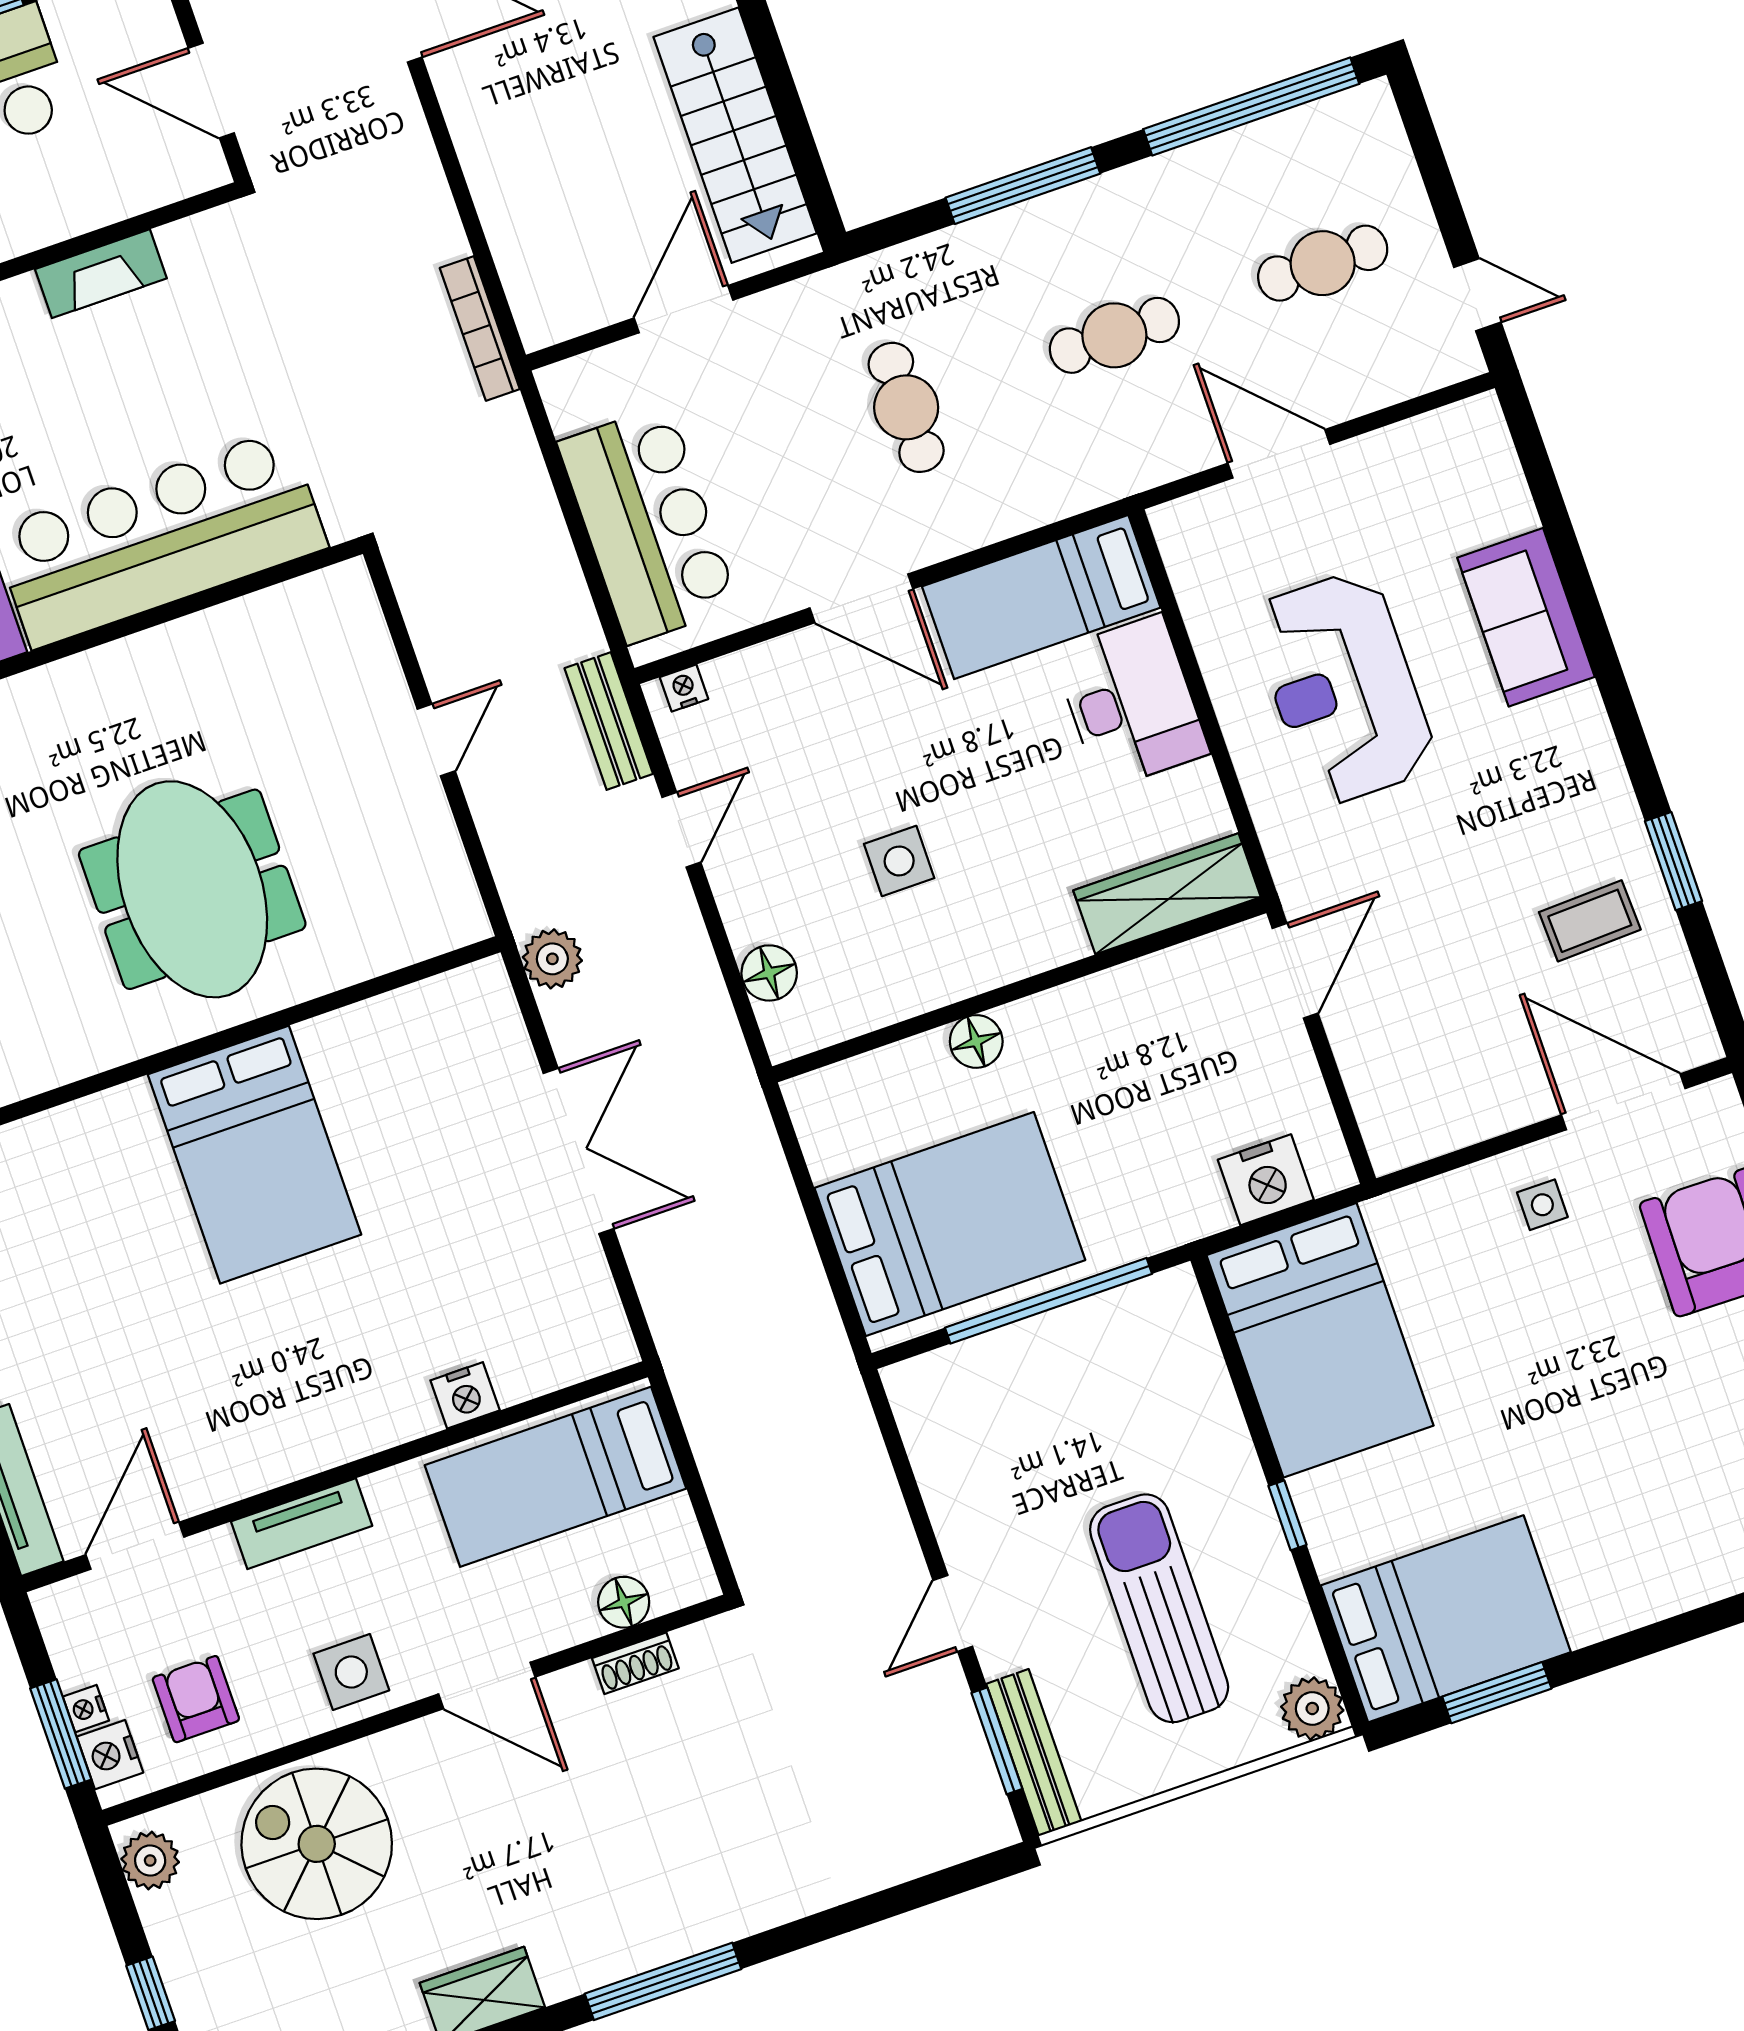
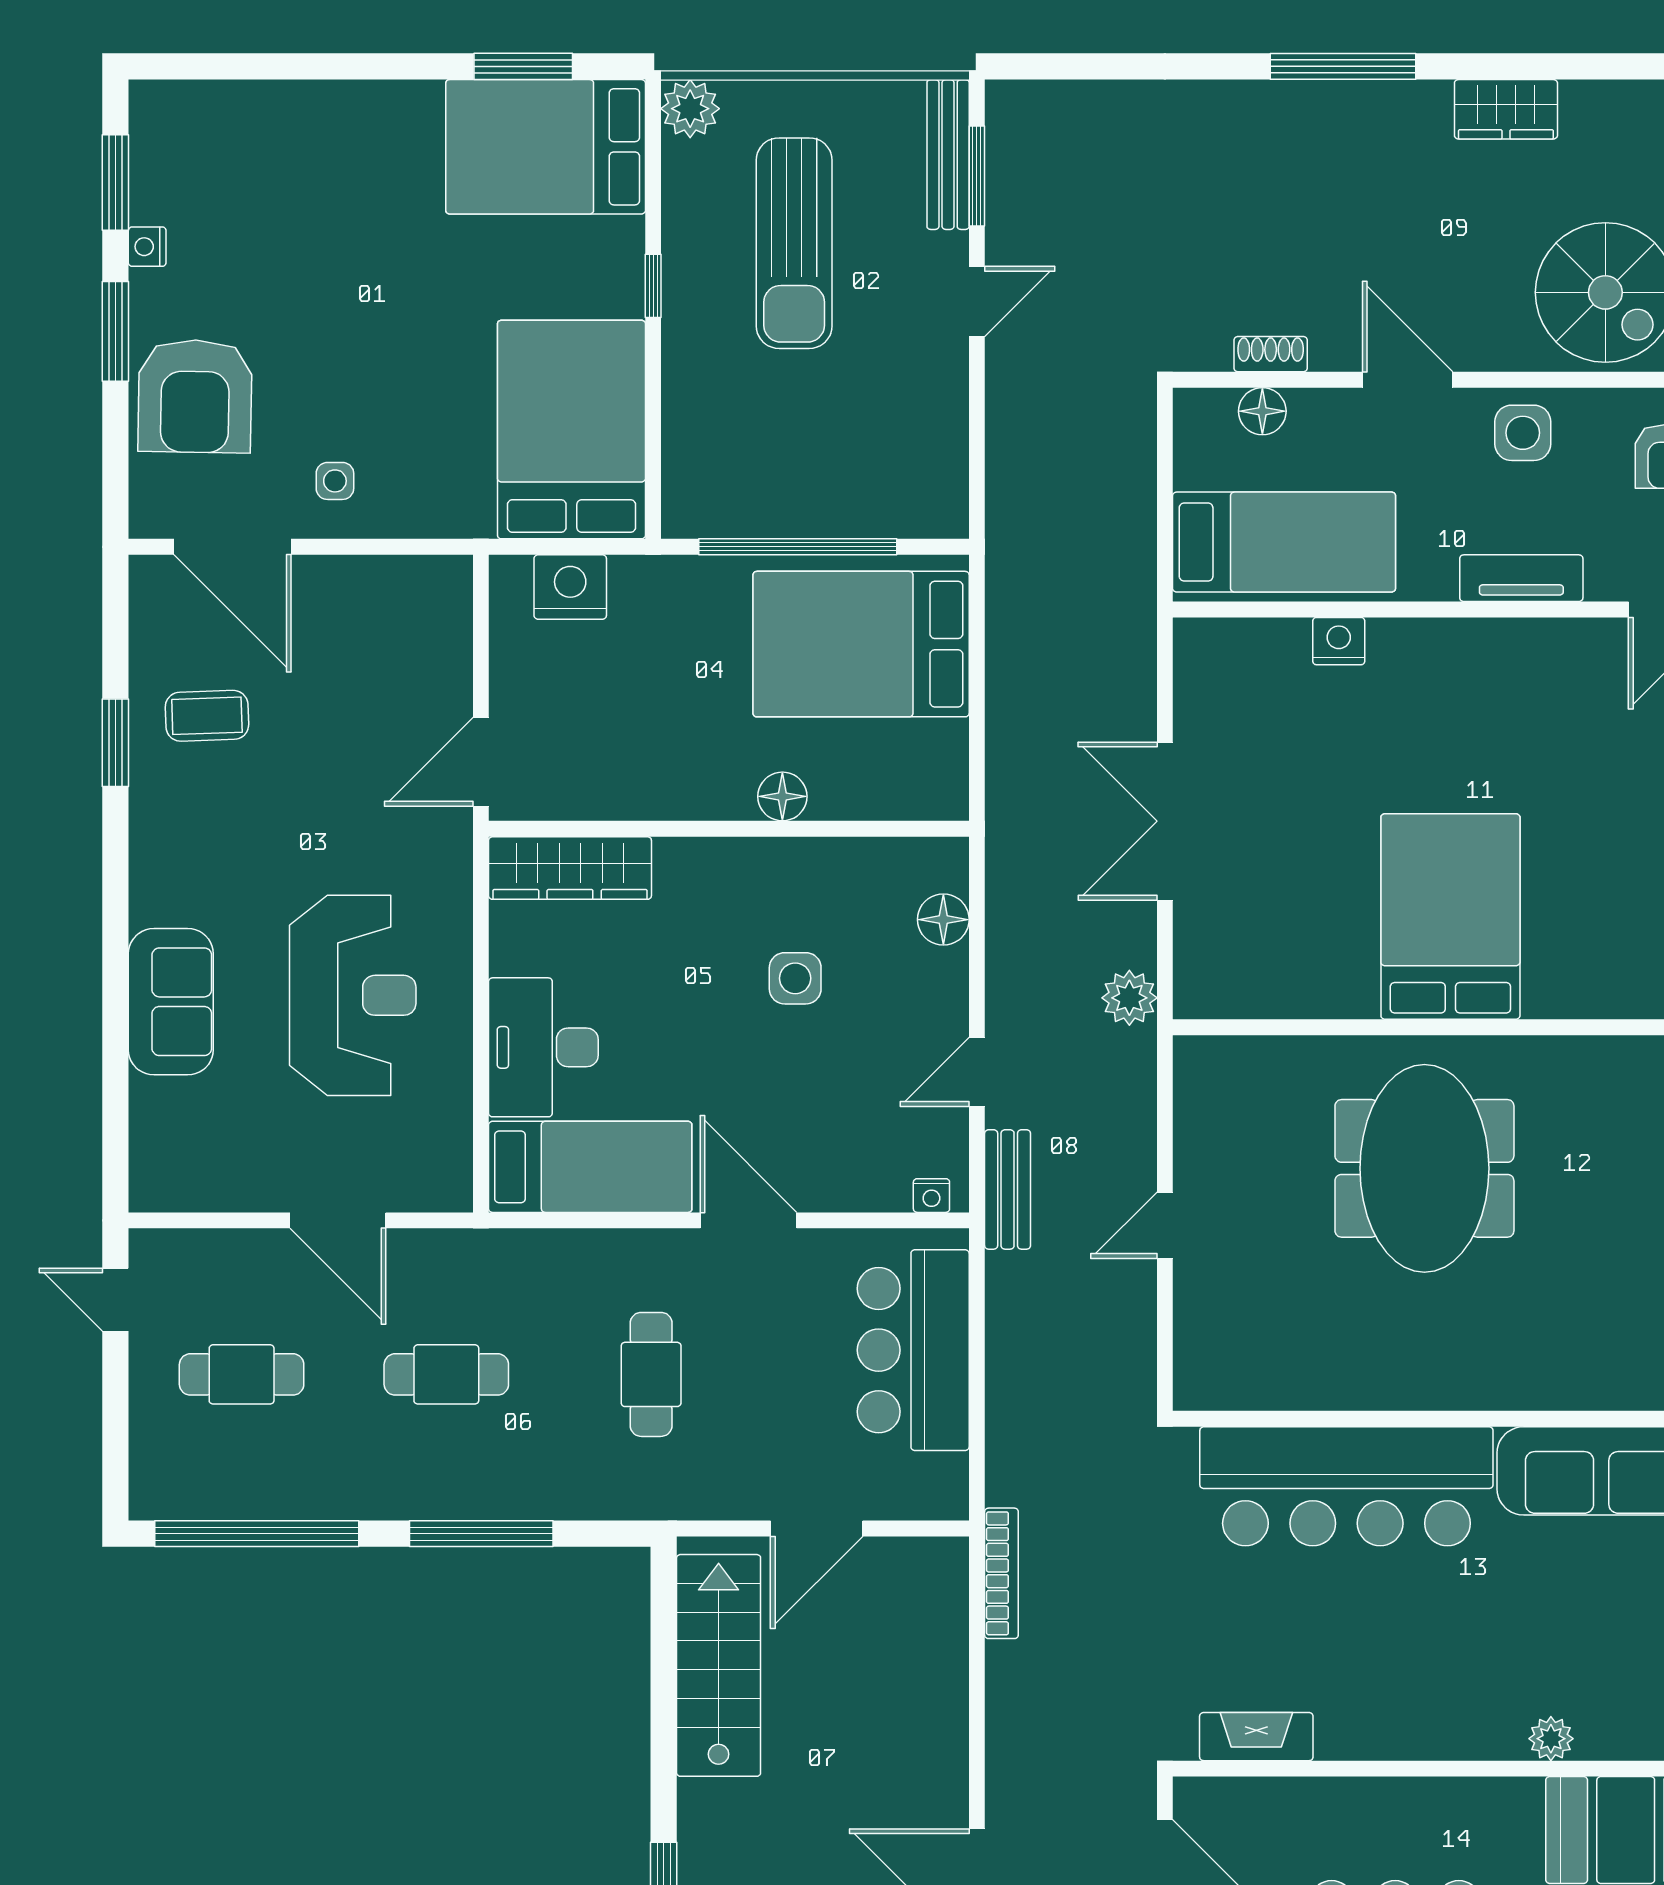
fireplace: (101, 274) -> (1256, 1737), moved

